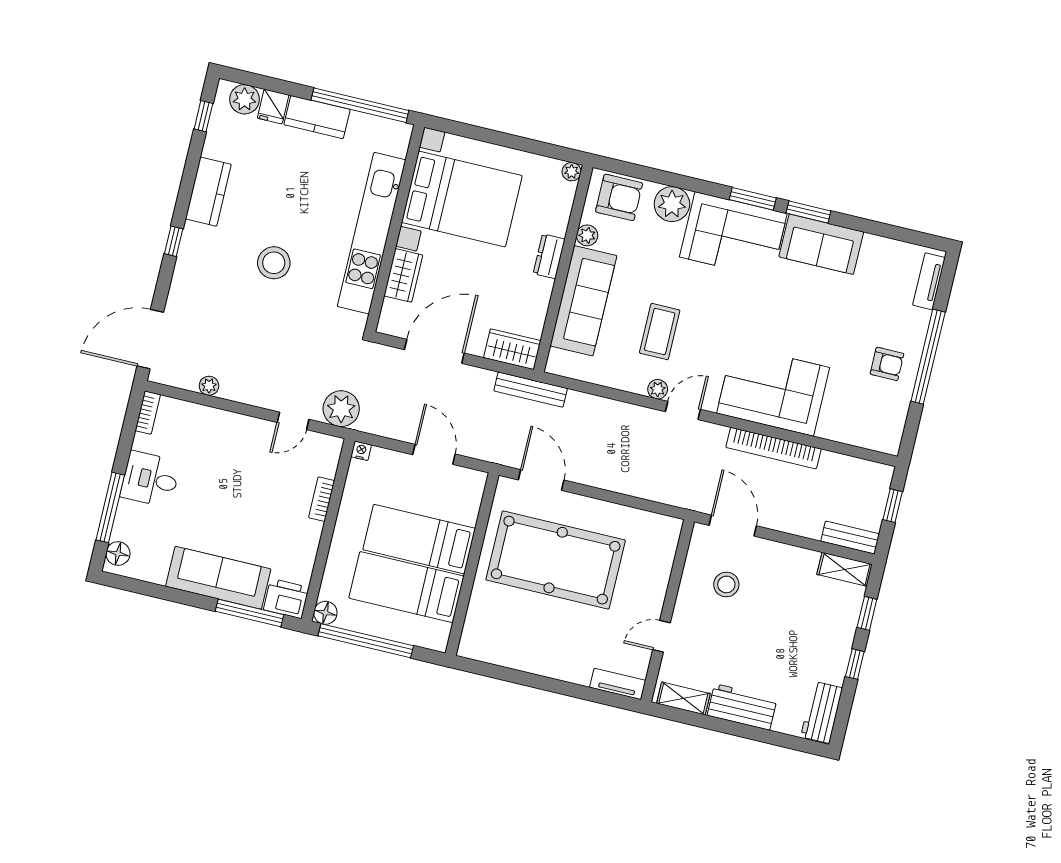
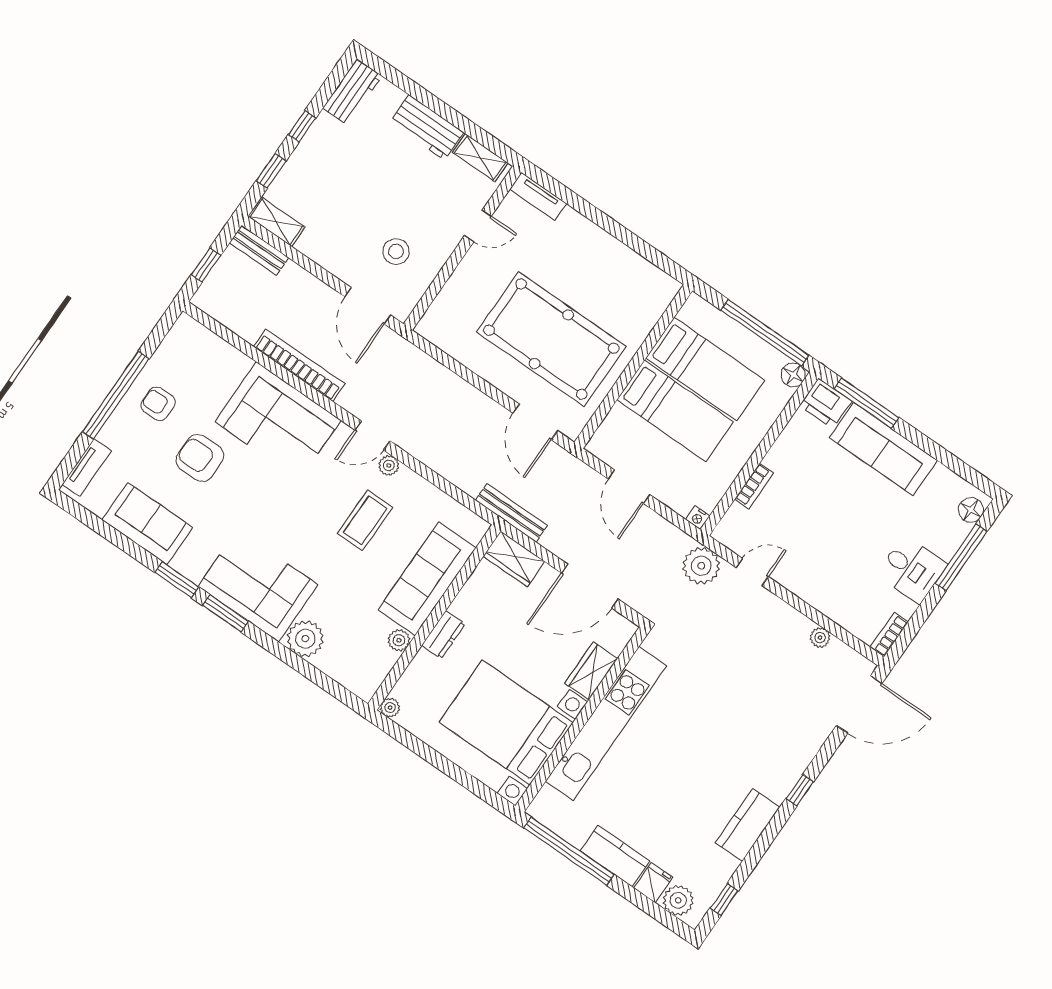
armchair: (619, 197) -> (200, 458), moved
sofa: (821, 244) -> (147, 524), moved
stool: (274, 263) -> (711, 732), removed

